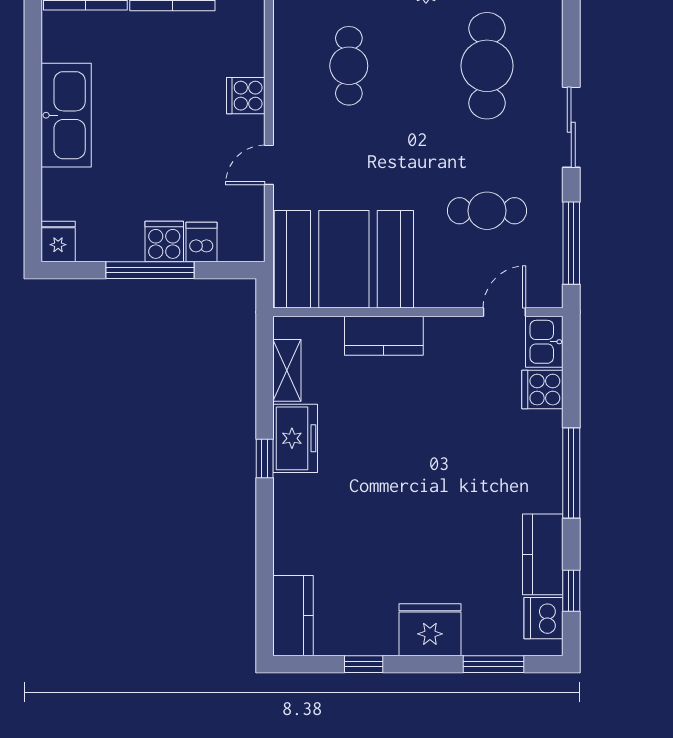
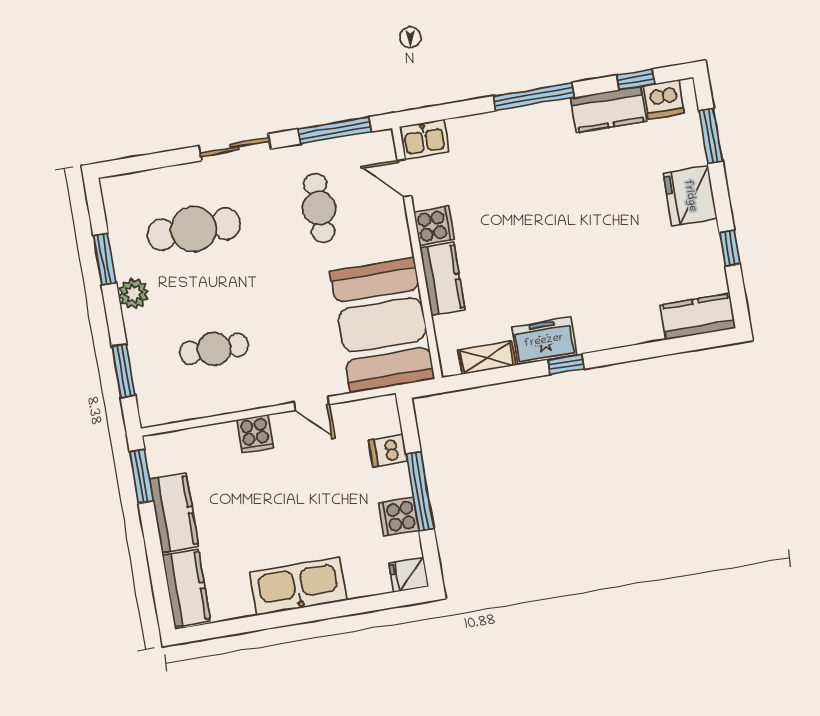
cooker: (164, 241) -> (399, 517), moved
cooker: (542, 390) -> (434, 226), moved, turned -90

